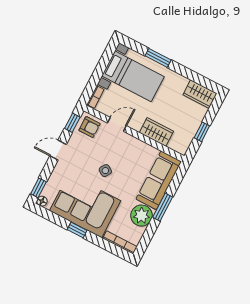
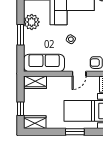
wardrobe: (156, 132) -> (35, 82), moved
window: (202, 132) -> (21, 109), moved
sofa: (159, 180) -> (44, 63), moved, turned -90

